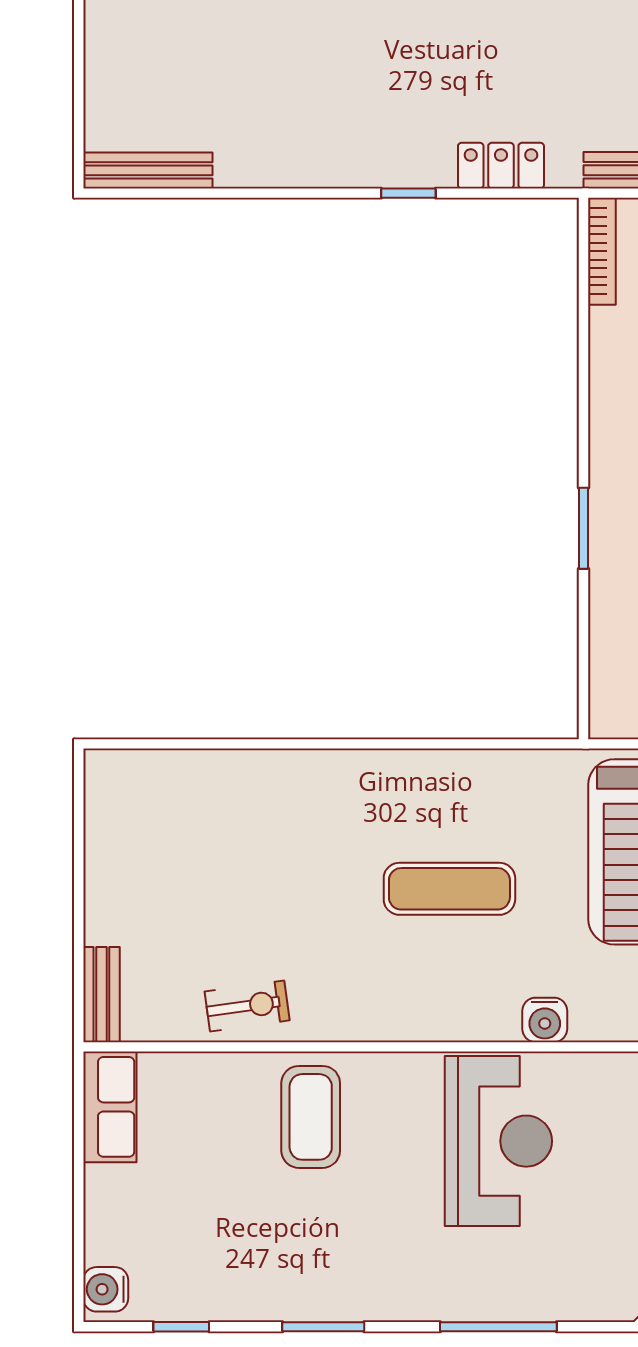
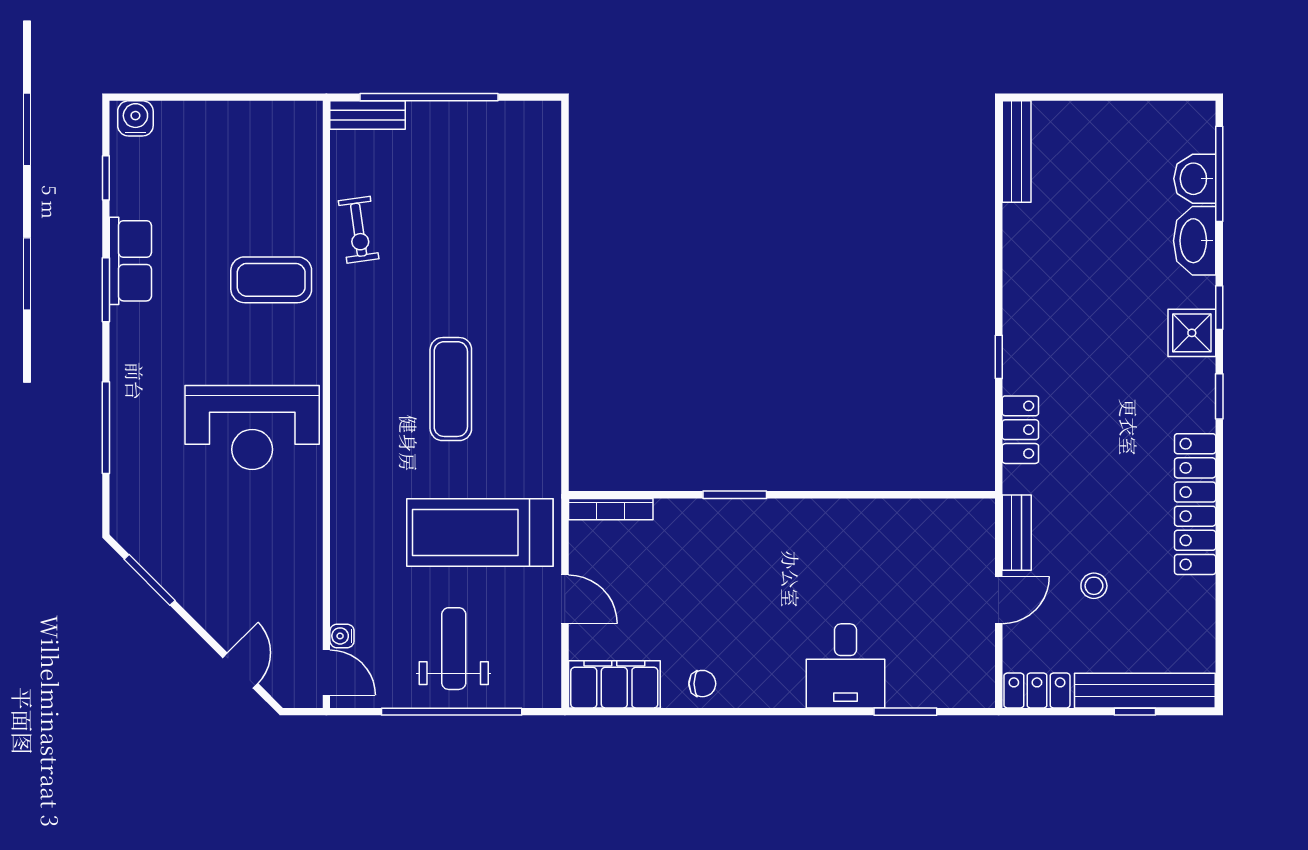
bookcase: (602, 251) -> (611, 509), moved
window: (79, 916) -> (429, 97), added
water cooler: (545, 1020) -> (348, 464), removed
row of seats: (110, 1107) -> (130, 261), moved, turned -90

